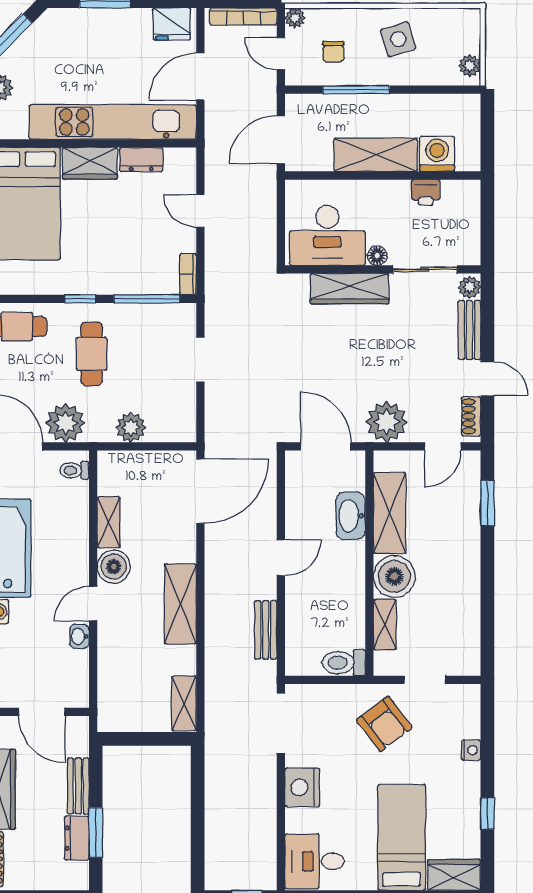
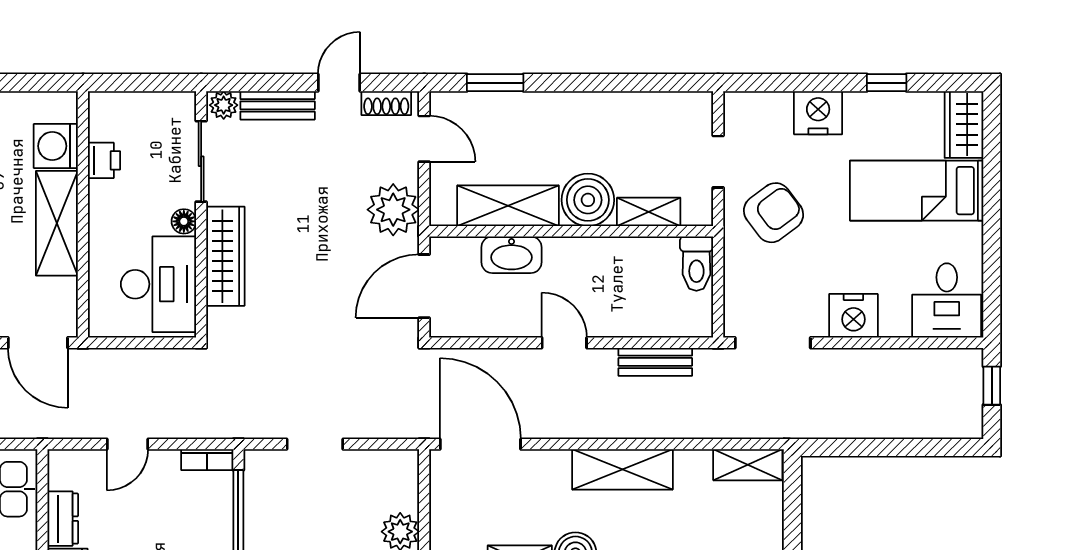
nightstand: (471, 750) -> (818, 113), width x1.89, depth x1.79

